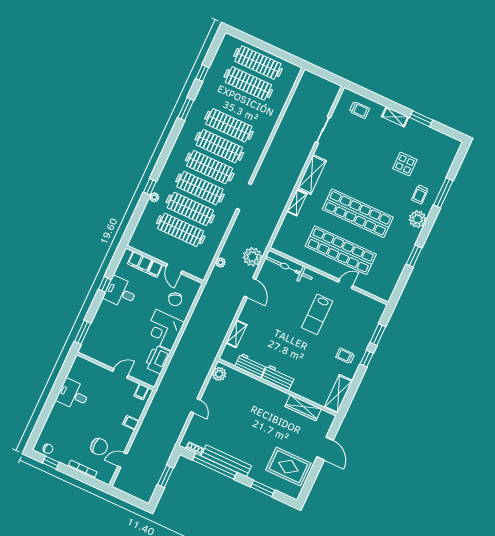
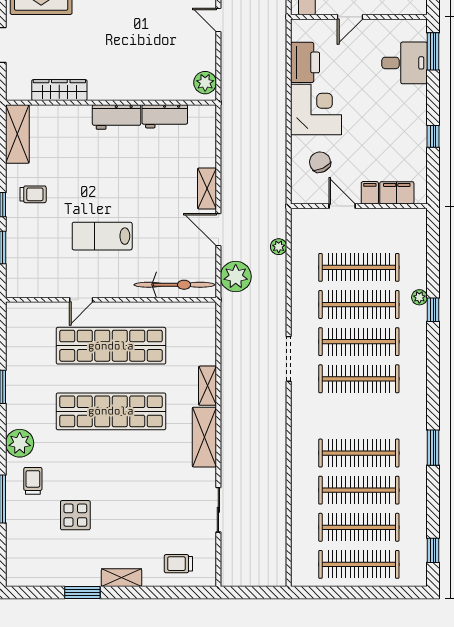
window: (202, 73) -> (433, 550), moved
clothes rail: (219, 146) -> (359, 490), moved
desk: (121, 292) -> (405, 63), moved
lab bench: (317, 314) -> (102, 236), turned -90
shelving: (236, 334) -> (207, 188), moved

